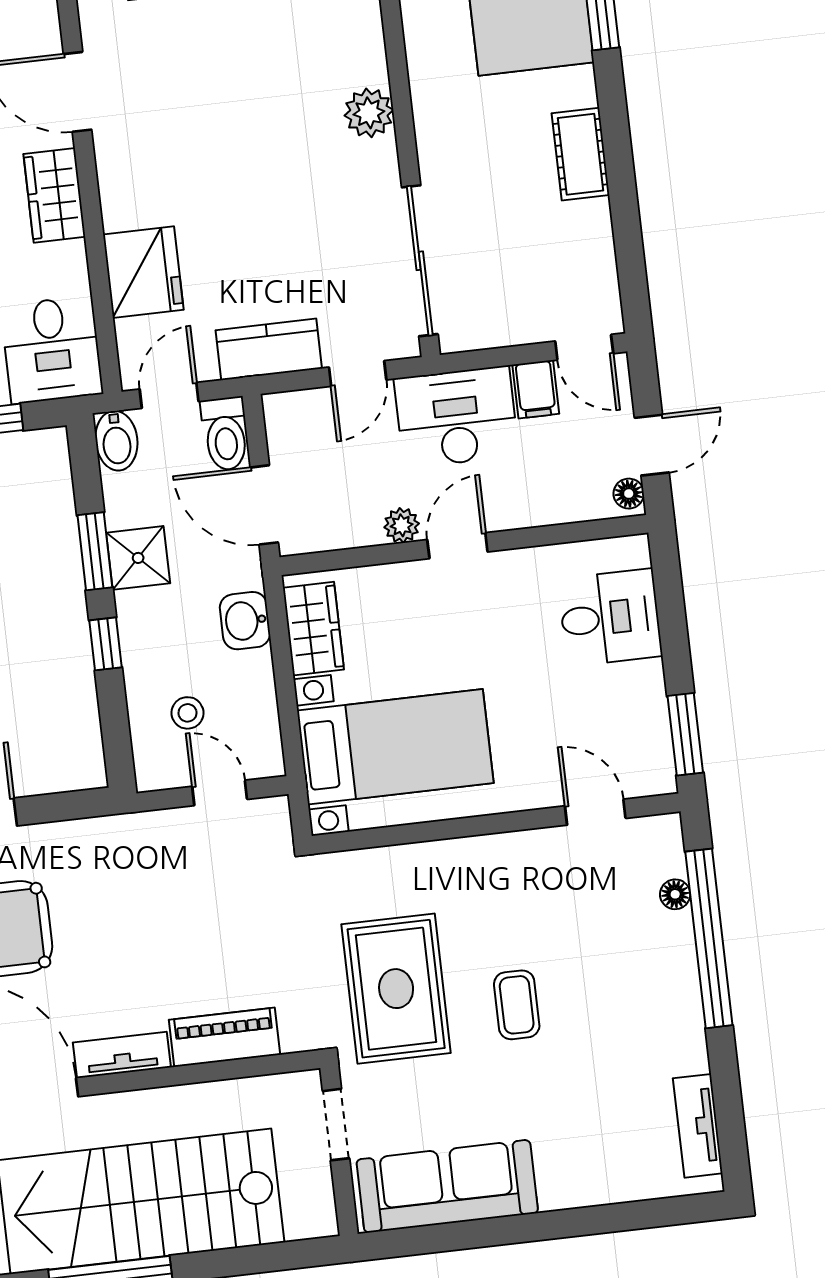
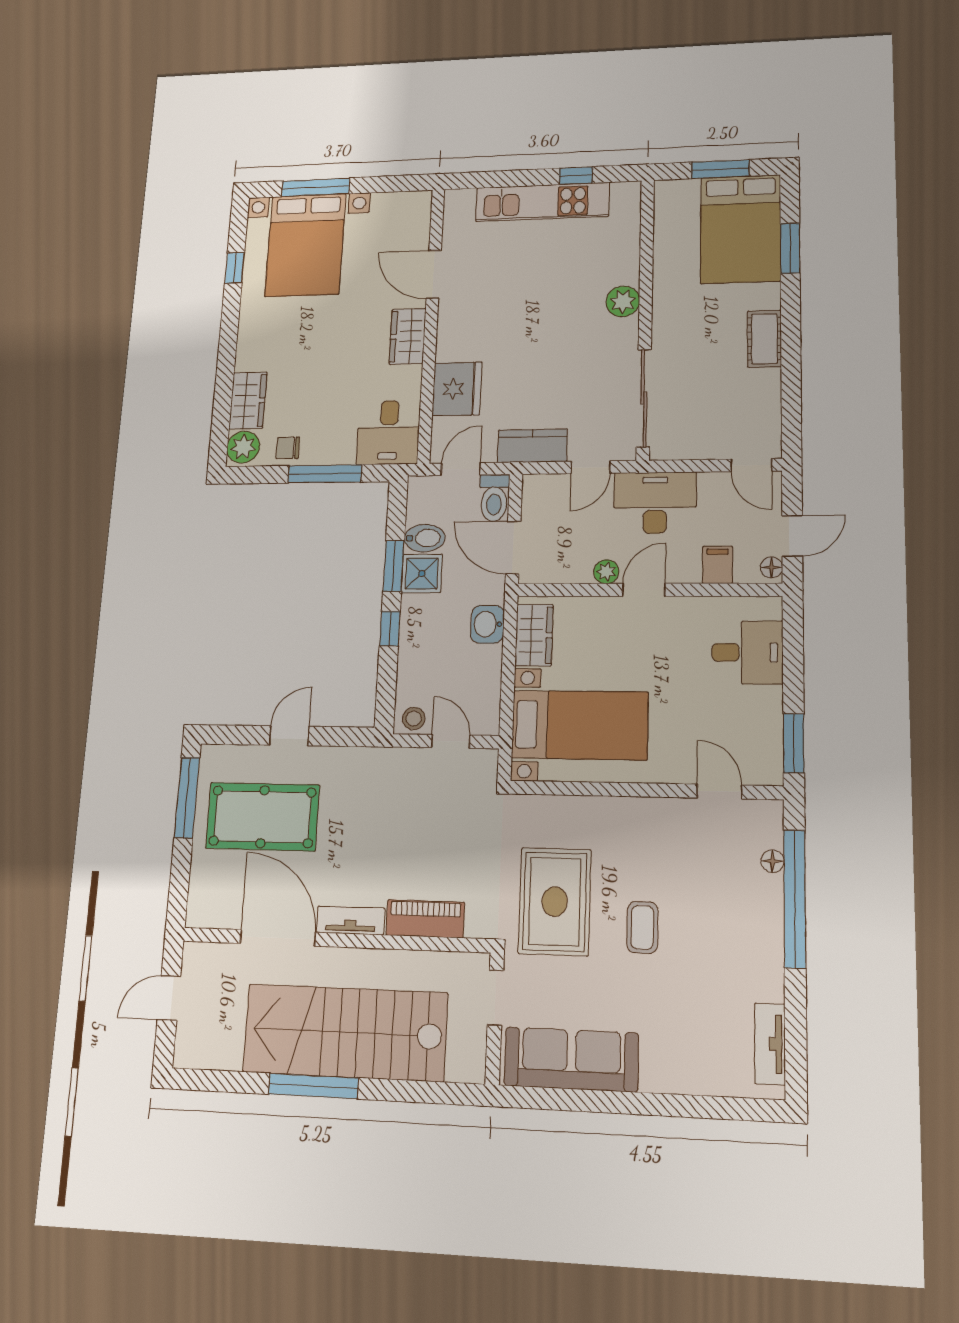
filing cabinet: (536, 389) -> (718, 565), moved, turned 180
bidet: (116, 441) -> (425, 538), moved, turned -90
stool: (188, 713) -> (414, 718), moved

